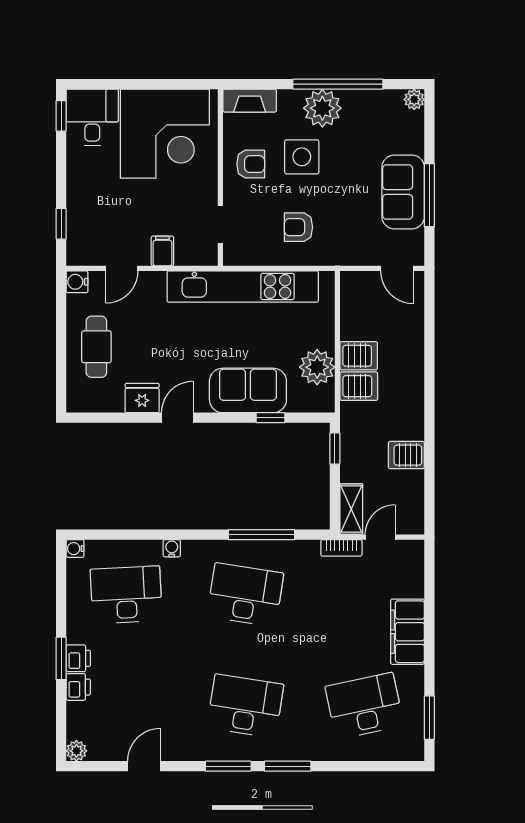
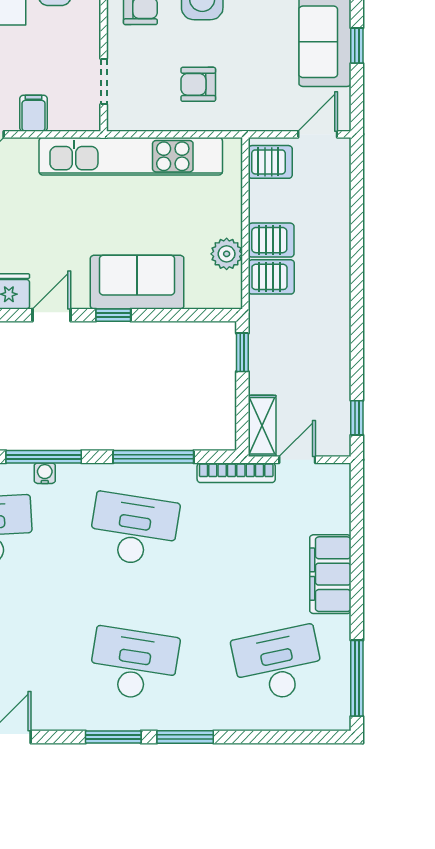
window: (429, 195) -> (357, 46), width x0.46
door: (397, 268) -> (318, 134), swing flipped
plant: (317, 367) -> (227, 254), width x0.73, depth x0.73
window: (271, 418) -> (113, 315), moved
server rack: (406, 455) -> (270, 162), moved, turned 180
window: (429, 503) -> (357, 418), added
window: (171, 535) -> (44, 457), added
bookcase: (341, 548) -> (236, 473), width x1.56
window: (429, 718) -> (357, 678), width x1.44

